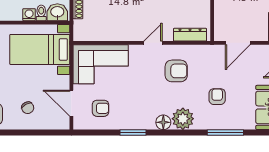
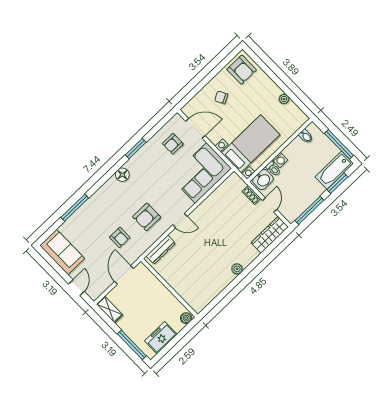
door: (153, 43) -> (180, 221), hinge flipped
armchair: (217, 97) -> (120, 237), moved
plant: (183, 119) -> (112, 190), removed

